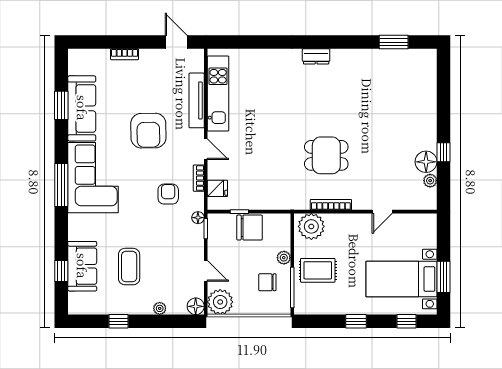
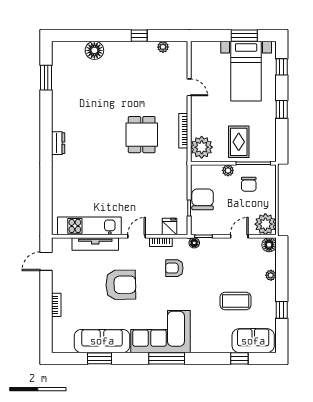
floor lamp: (426, 162) -> (94, 50), moved
sofa: (82, 266) -> (253, 341), moved

